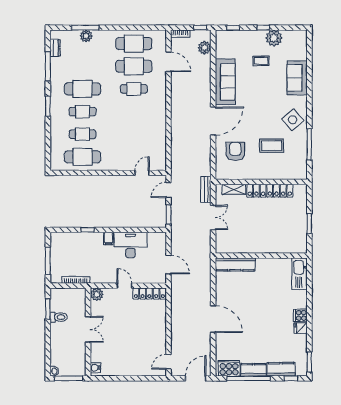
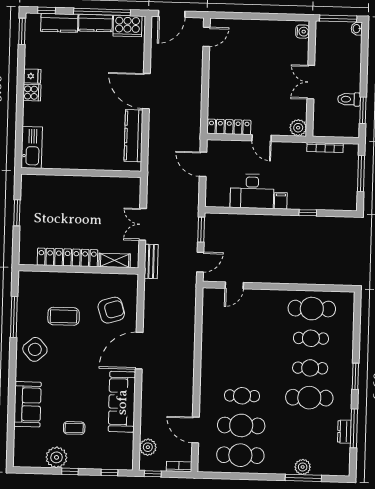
dresser: (55, 48) -> (344, 432), moved
armchair: (235, 151) -> (111, 310), turned -107
kitchen counter: (235, 264) -> (134, 136), moved, turned -90

